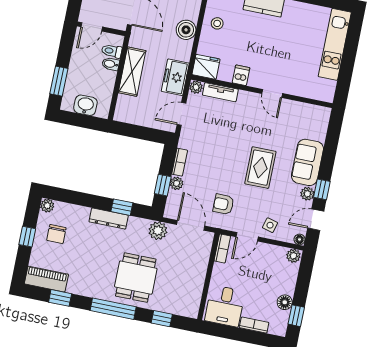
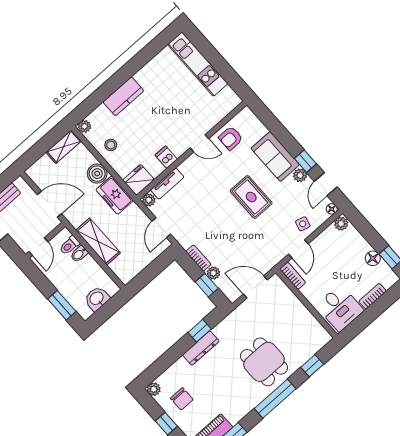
freezer: (175, 77) -> (115, 195), moved
armchair: (223, 204) -> (231, 138), moved
plant: (158, 231) -> (240, 316), removed

